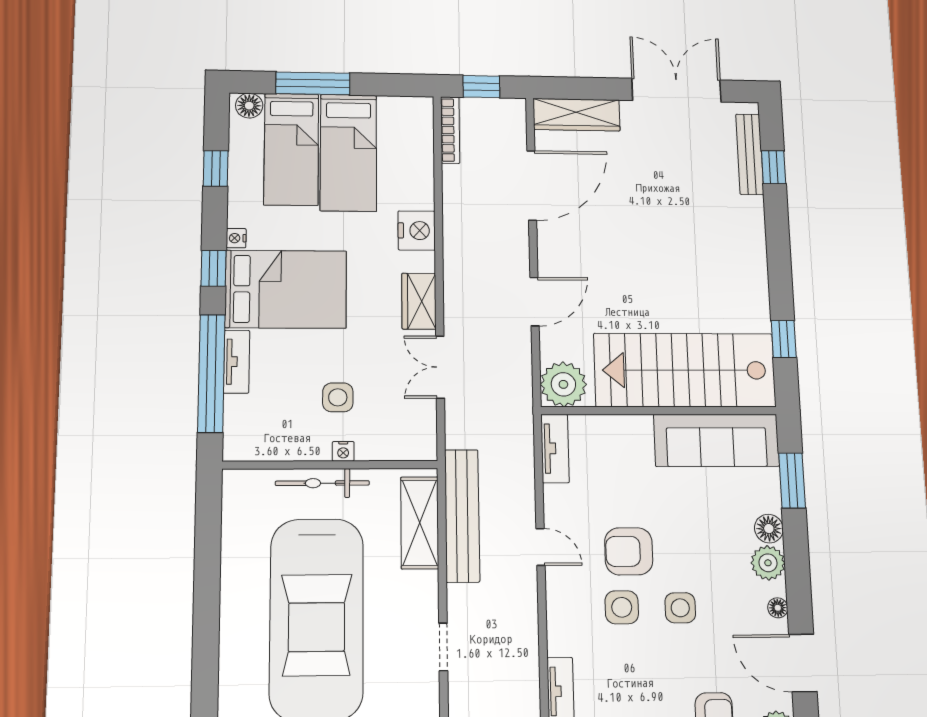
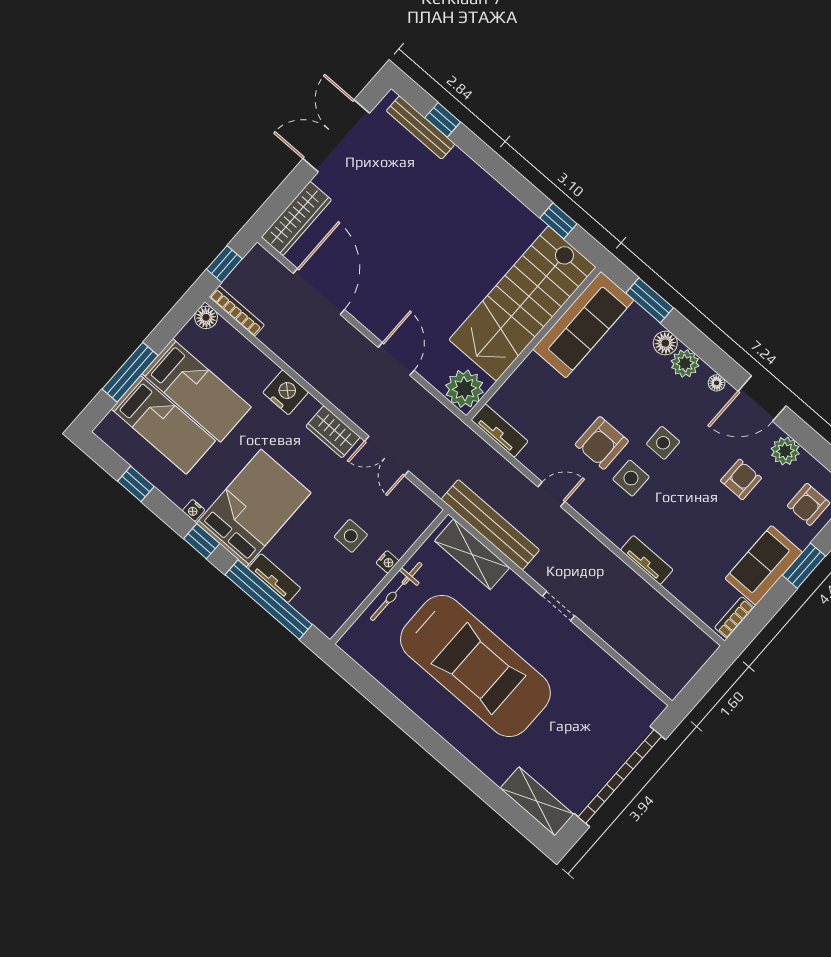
floor lamp: (249, 106) -> (206, 317), moved

